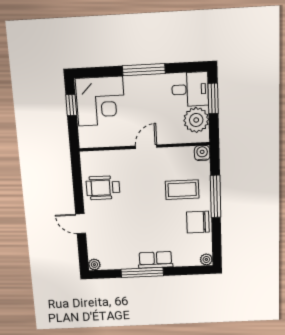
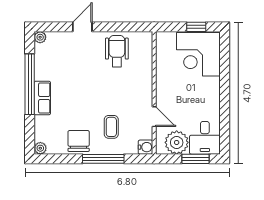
window: (144, 70) -> (225, 96), removed
door: (146, 147) -> (154, 117), moved
coffee table: (182, 190) -> (111, 127), width x0.73, depth x0.77
window: (142, 272) -> (30, 84), width x1.46

